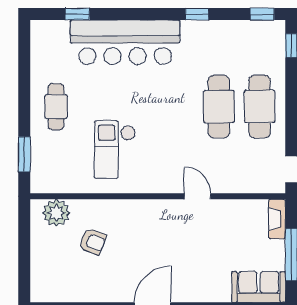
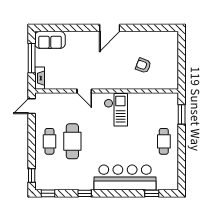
cafe table: (259, 107) -> (49, 141), width x0.73, depth x0.74
checkout: (115, 150) -> (116, 110), moved
plant: (56, 213) -> (164, 82), removed

